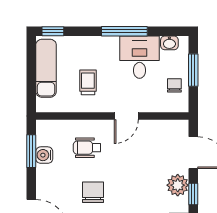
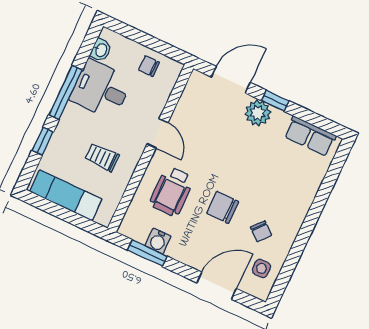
window: (53, 31) -> (43, 141), moved
window: (193, 70) -> (142, 38), removed
wheelchair: (87, 148) -> (172, 191), width x1.36, depth x1.37

